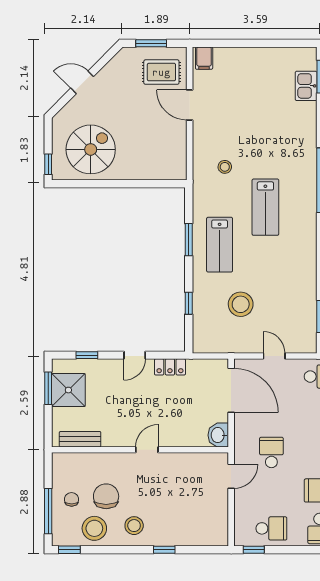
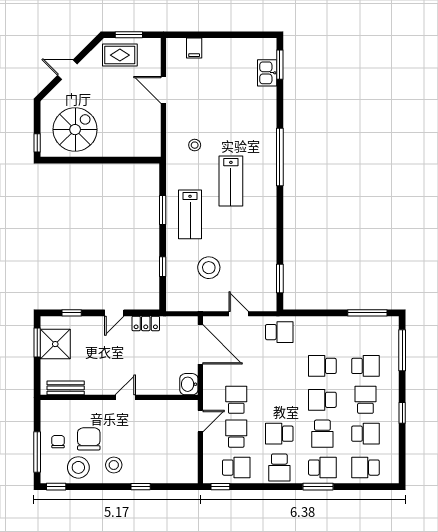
filing cabinet: (204, 58) -> (194, 48), moved
rug: (161, 72) -> (120, 55), moved
school desk: (271, 490) -> (236, 434), added

